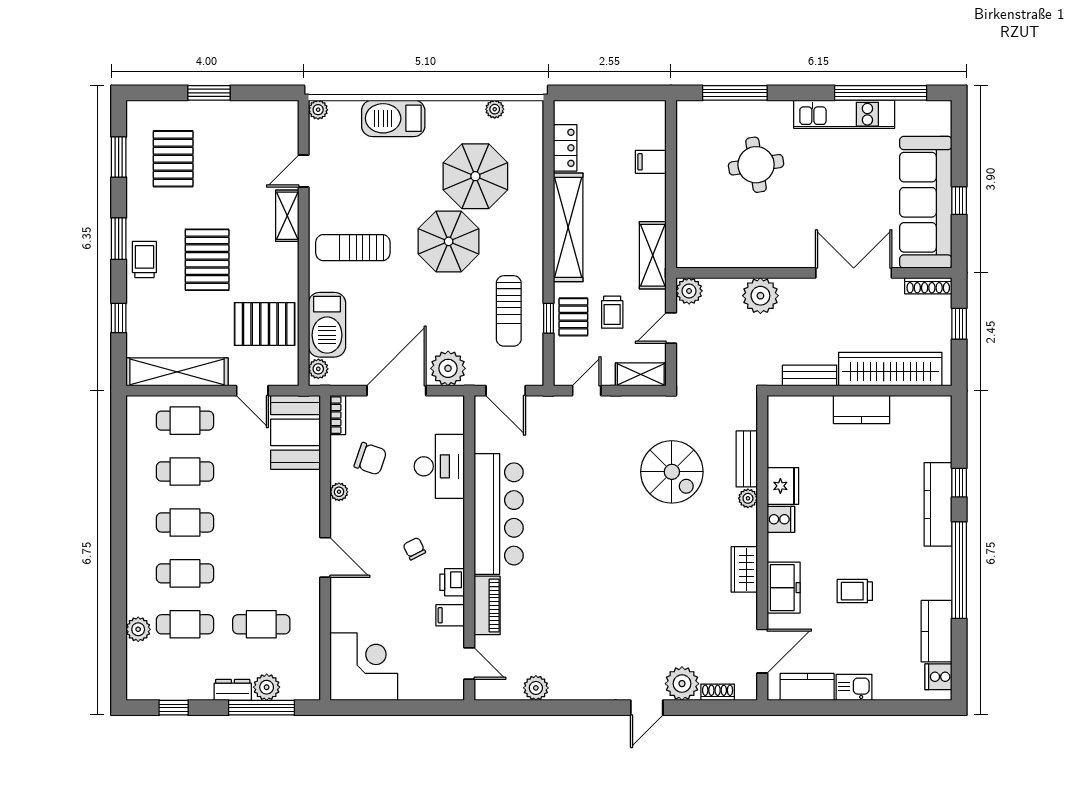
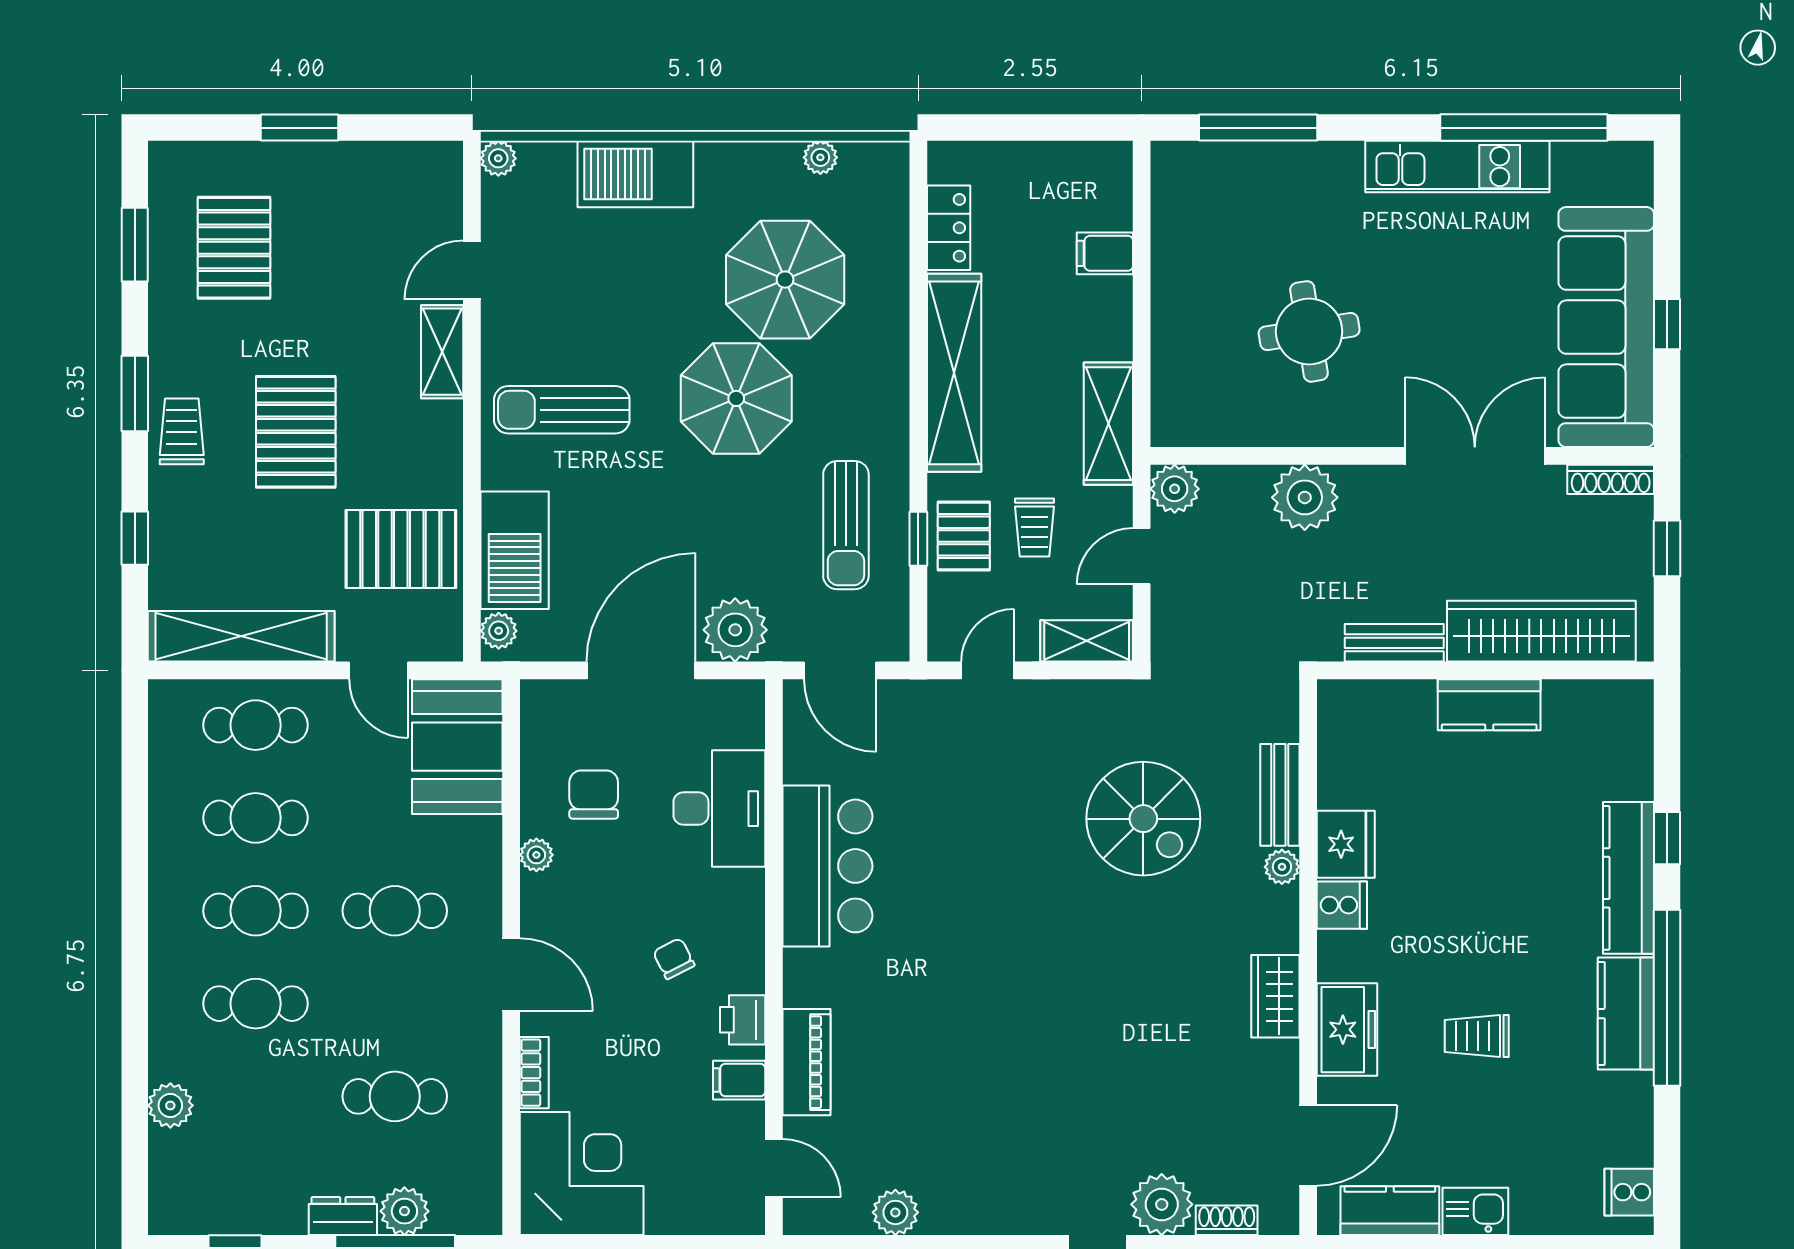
round table: (756, 165) -> (1309, 331), moved
bookcase: (338, 415) -> (534, 1073), moved
chair: (370, 459) -> (594, 795), turned -109
bar counter: (499, 514) -> (827, 866), width x0.73
cafe table: (185, 624) -> (395, 911), moved
kitchen counter: (937, 631) -> (1626, 1014), moved

